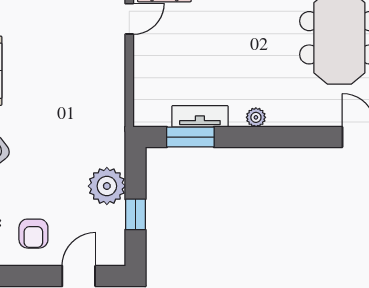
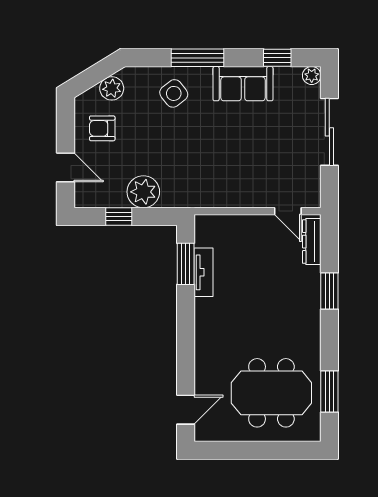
plant: (256, 117) -> (203, 321), removed

